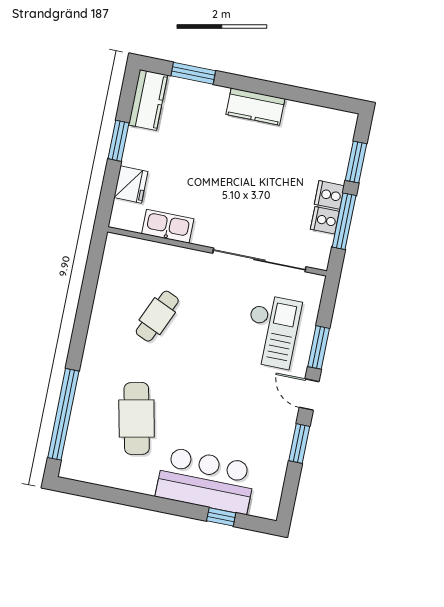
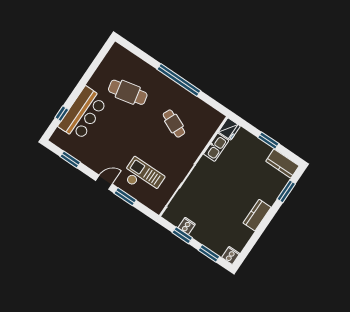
fridge: (131, 185) -> (229, 129), moved, turned -90
cooker: (329, 195) -> (231, 255), moved
window: (344, 221) -> (182, 235), width x0.69
checkout: (272, 331) -> (143, 177), turned 180
window: (63, 414) -> (179, 80), moved
window: (299, 444) -> (70, 159), moved

